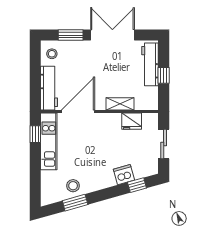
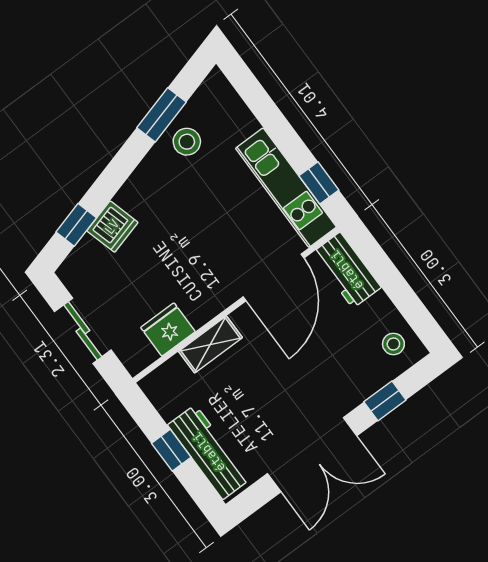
window: (71, 35) -> (385, 401), width x0.67
workbench: (49, 88) -> (347, 270), width x0.73

